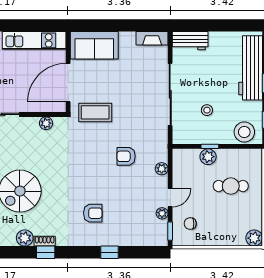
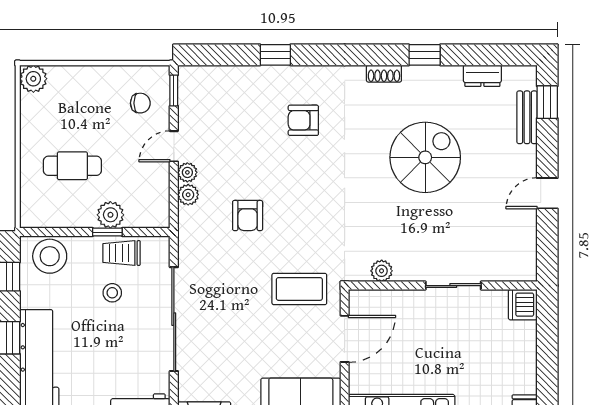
door: (68, 83) -> (345, 339), width x0.73
trolley: (201, 134) -> (122, 253), added
armchair: (126, 156) -> (248, 216), turned 90
plant: (162, 213) -> (187, 172), moved
plant: (25, 238) -> (417, 79), removed
window: (46, 252) -> (425, 55), moved

